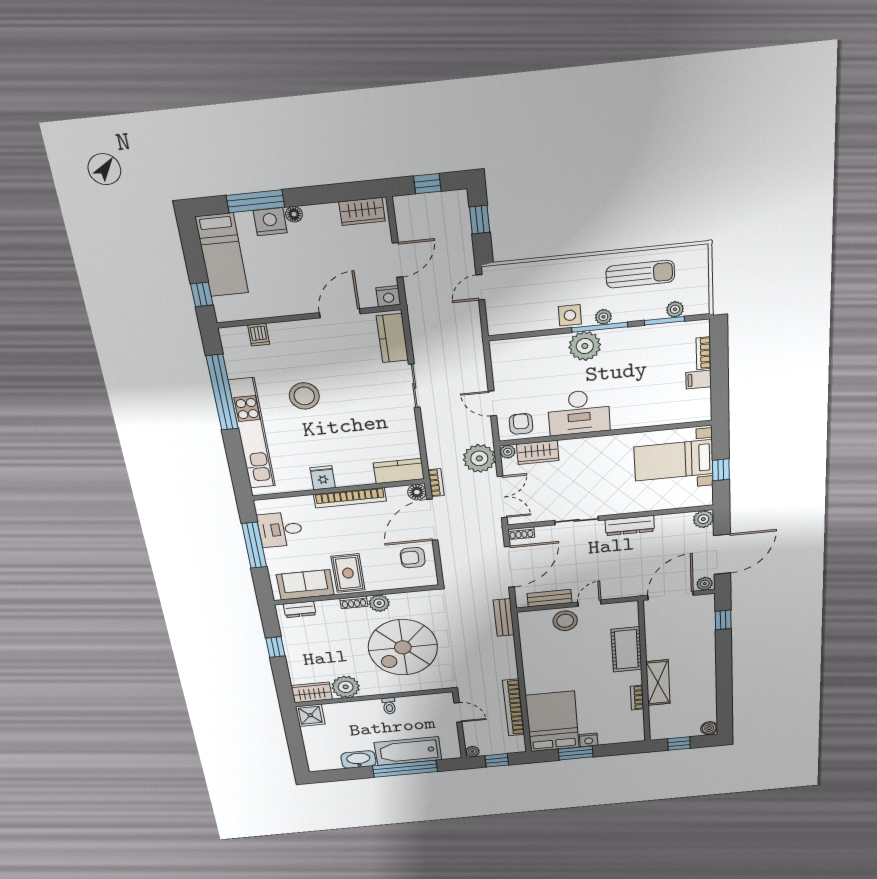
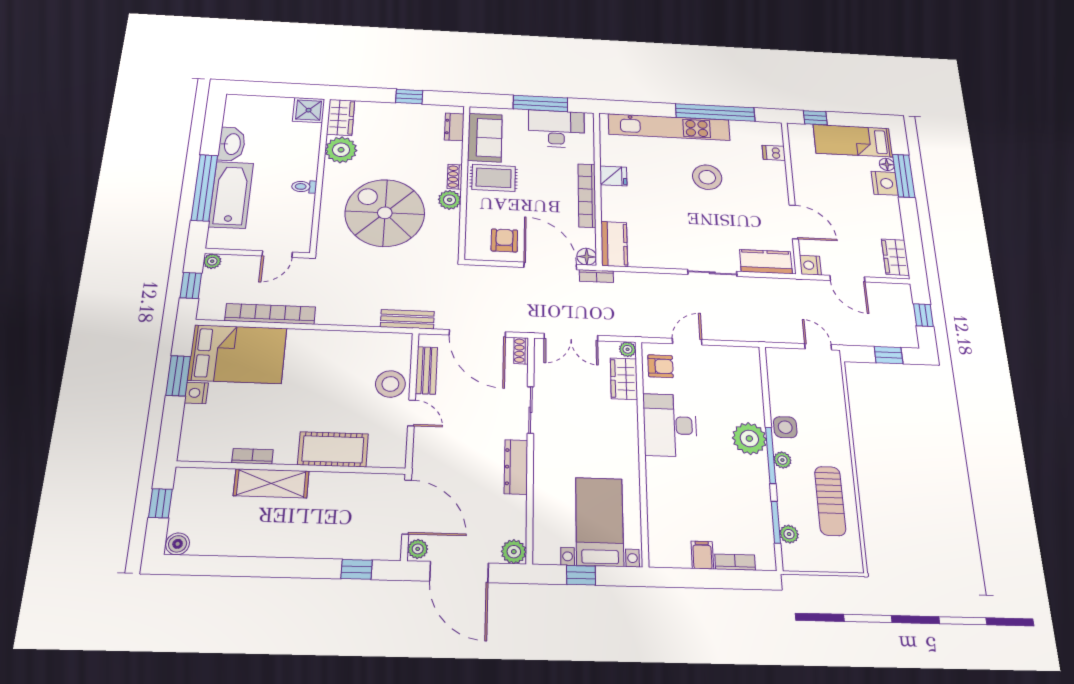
floor lamp: (294, 214) -> (887, 164), moved
plant: (479, 458) -> (622, 321), removed
desk: (280, 530) -> (556, 129), width x1.37

